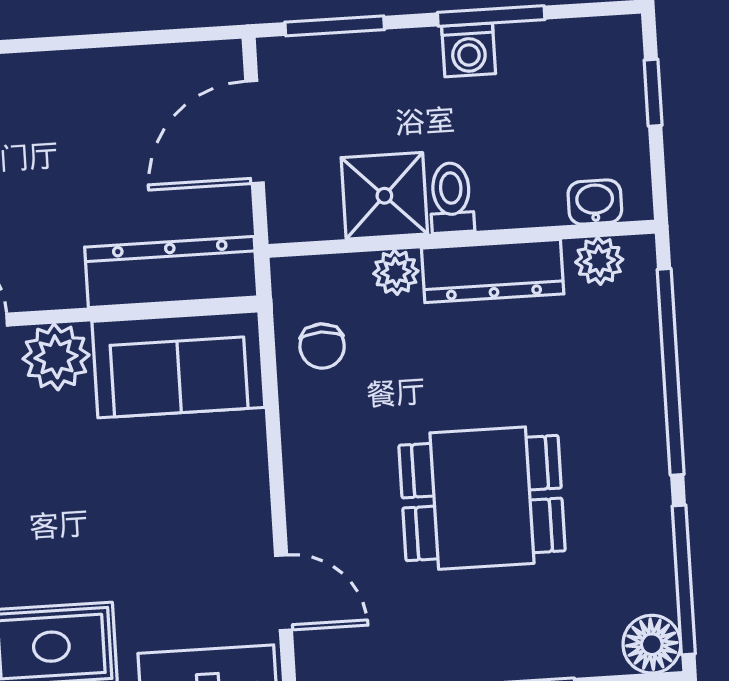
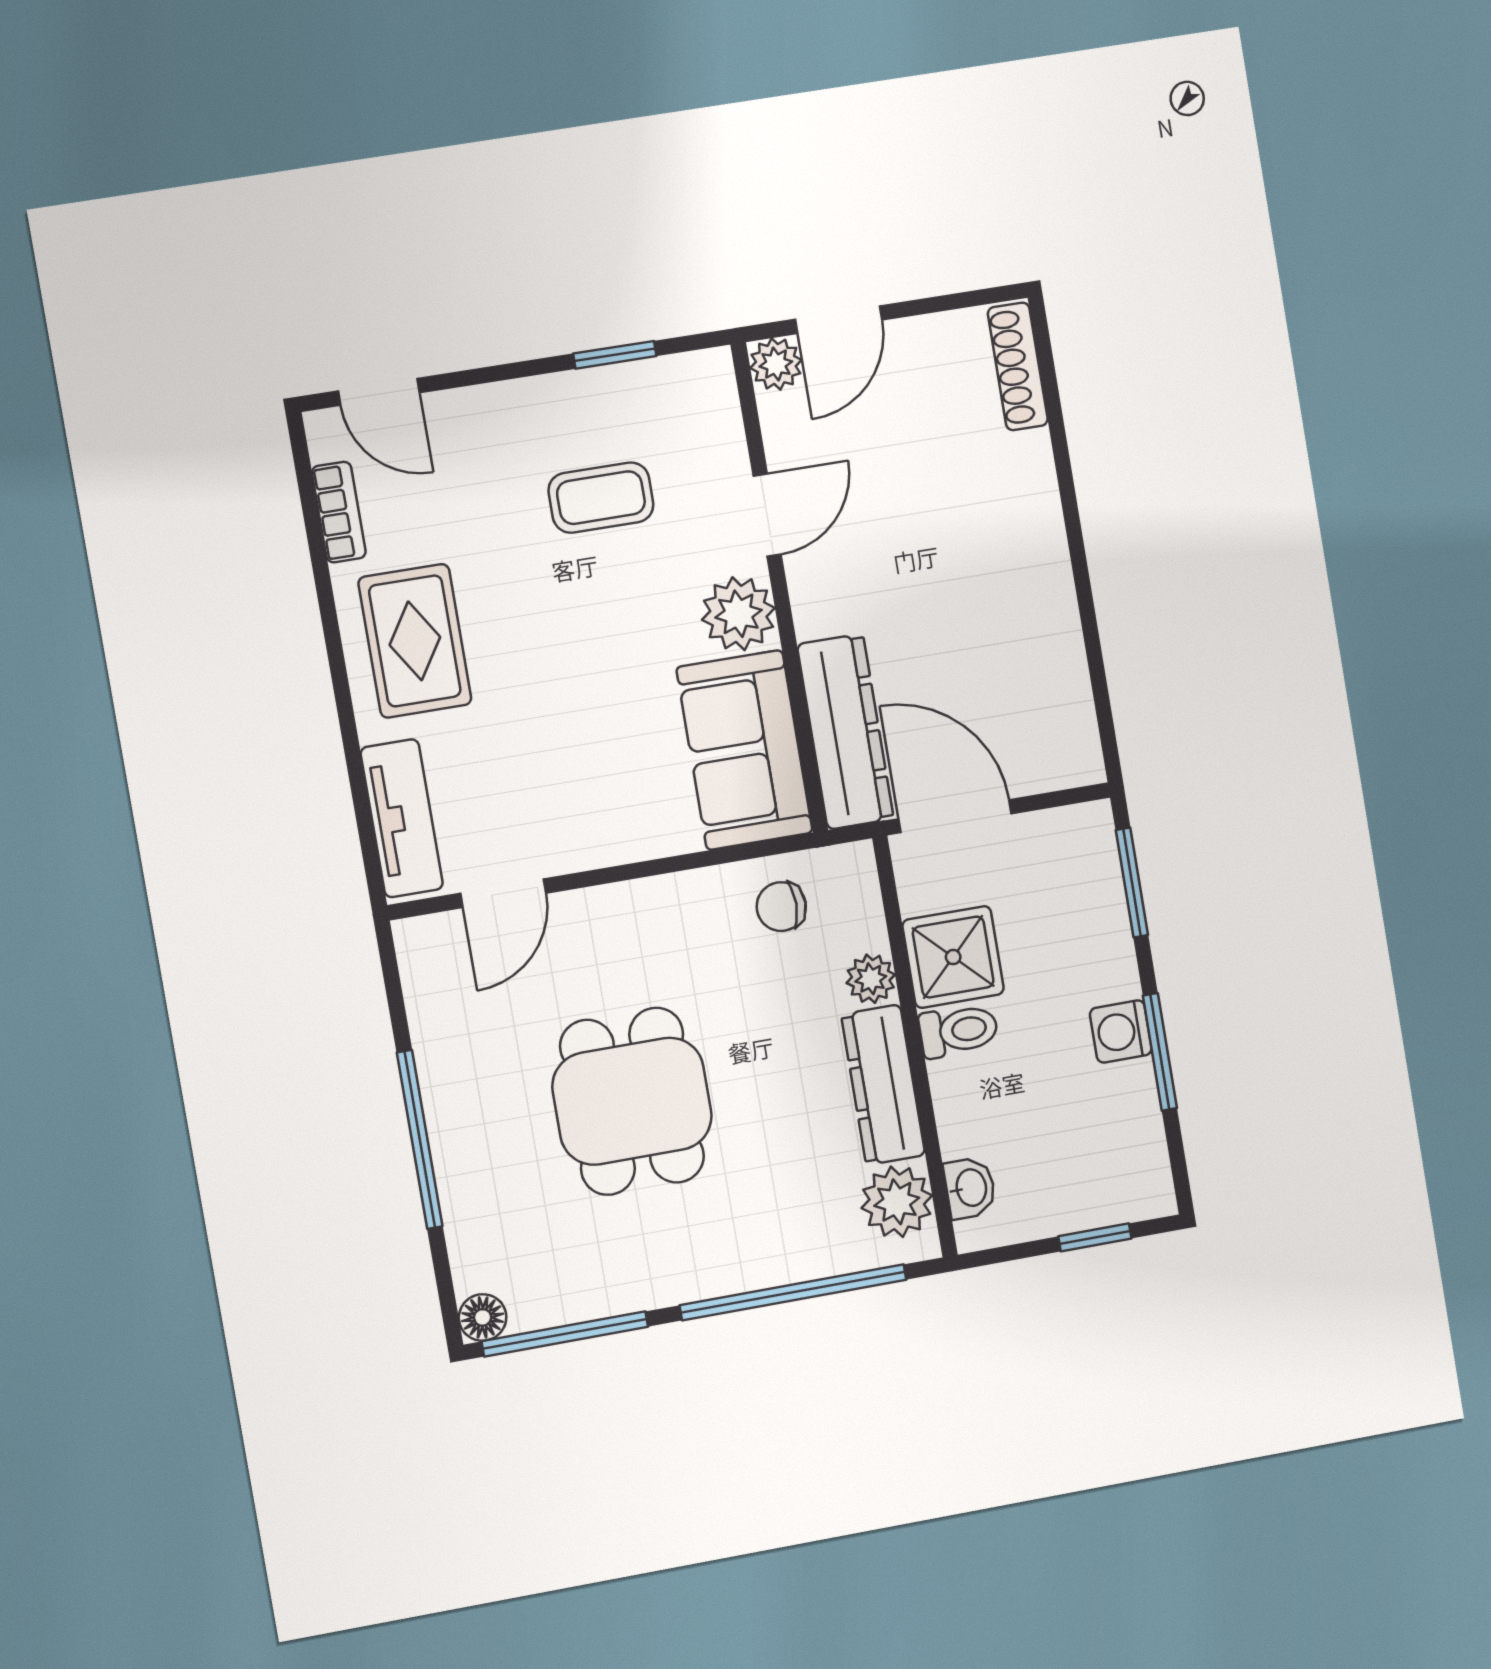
door: (255, 132) -> (955, 816), moved
plant: (599, 261) -> (897, 1202), width x1.38, depth x1.38
floor lamp: (652, 644) -> (483, 1317), width x0.73, depth x0.73

